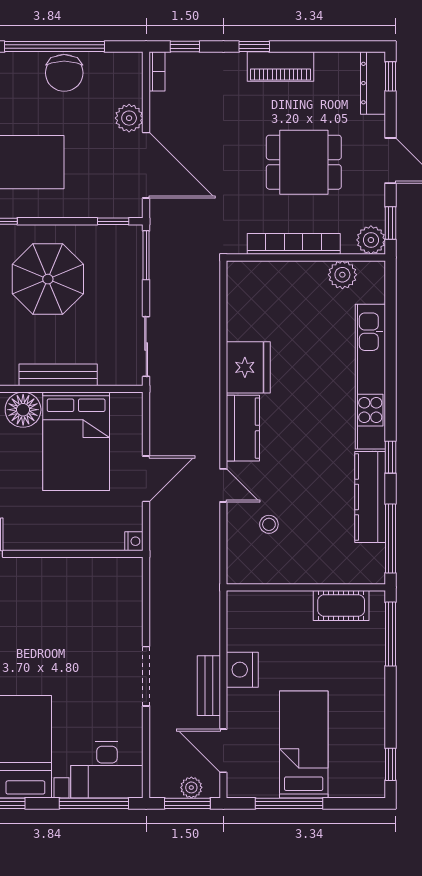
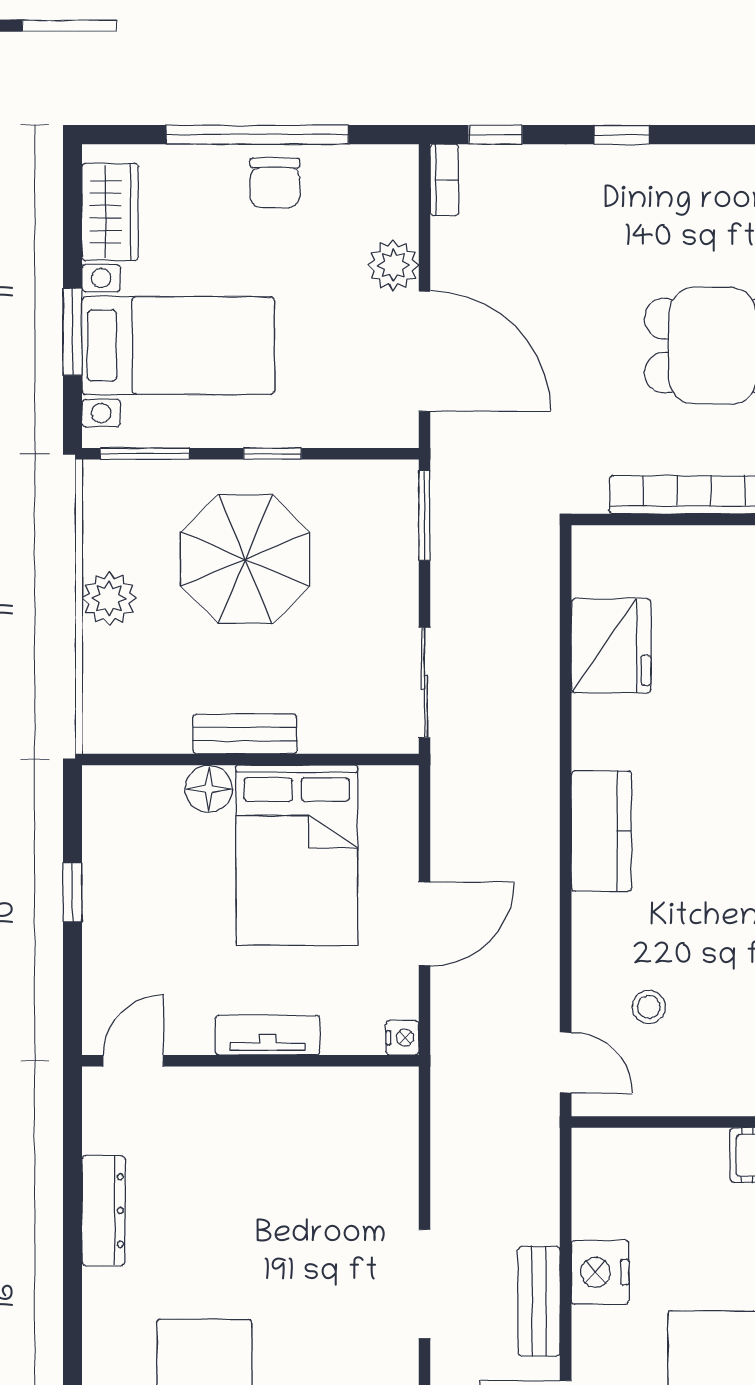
piano: (281, 67) -> (670, 171), removed
chair: (64, 73) -> (275, 183), width x0.73, depth x0.73
window: (113, 221) -> (272, 454), moved
fridge: (248, 367) -> (611, 646), moved
bench: (58, 375) -> (245, 734), width x0.73
floor lamp: (23, 410) -> (209, 789), width x0.73, depth x0.73
door: (223, 485) -> (566, 1063), moved
tv unit: (60, 540) -> (268, 1035), added

